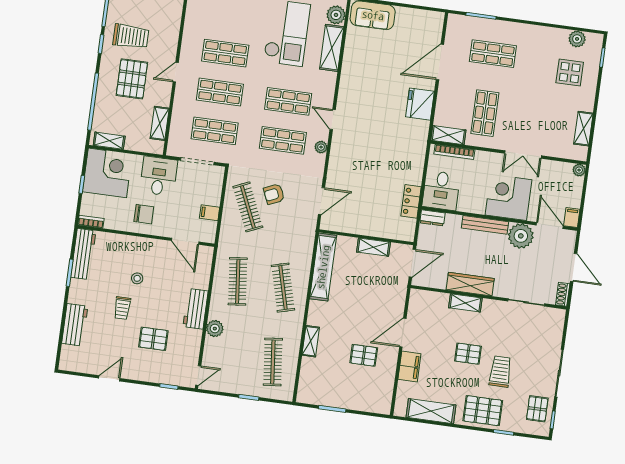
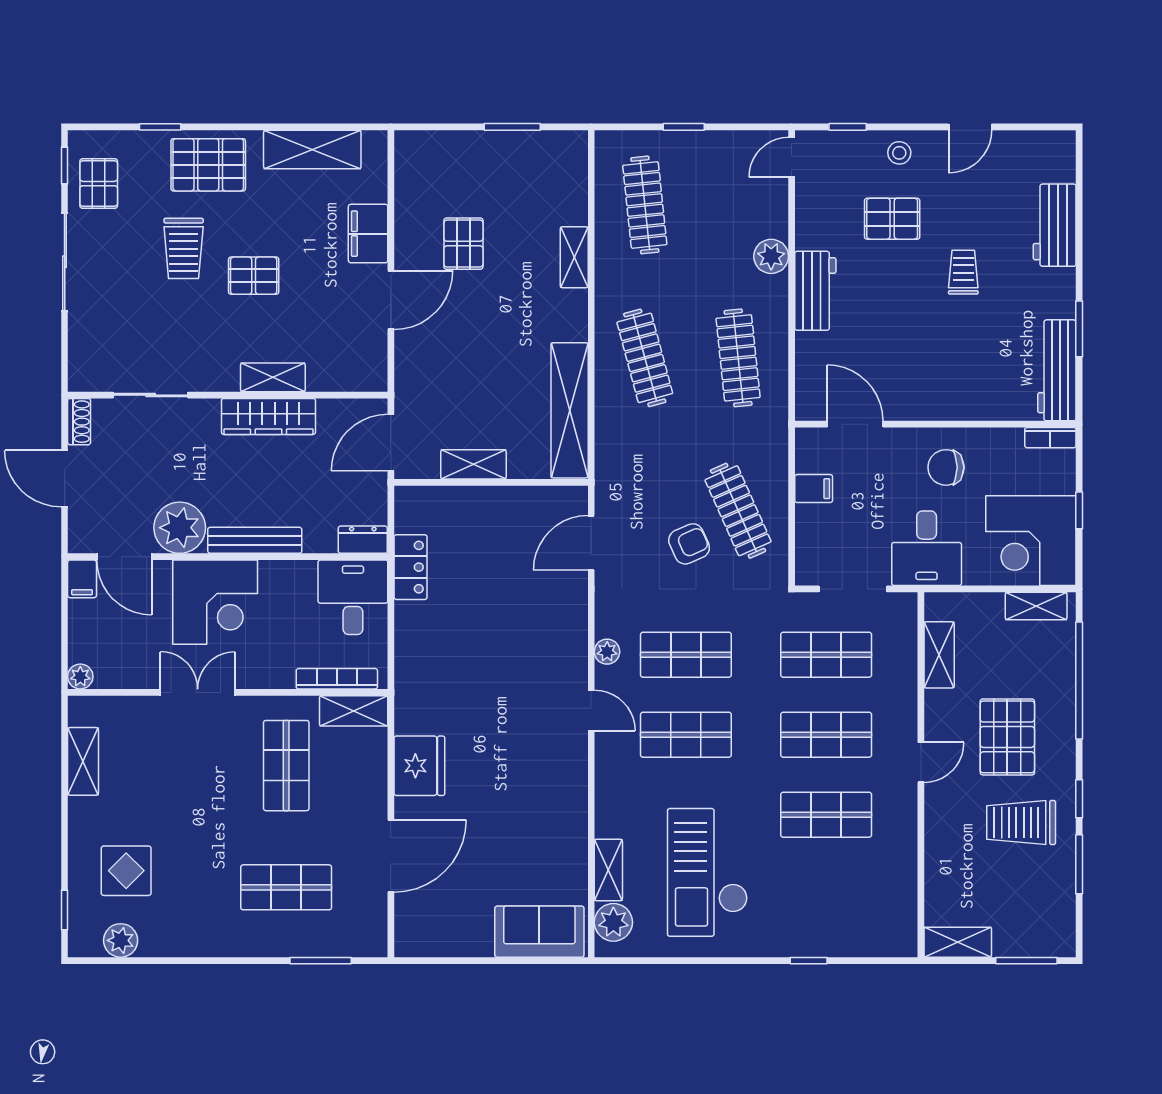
shelving: (332, 48) -> (608, 870), width x0.67, depth x0.75
stool: (137, 278) -> (899, 153), moved
pallet: (364, 355) -> (463, 244), turned 90

